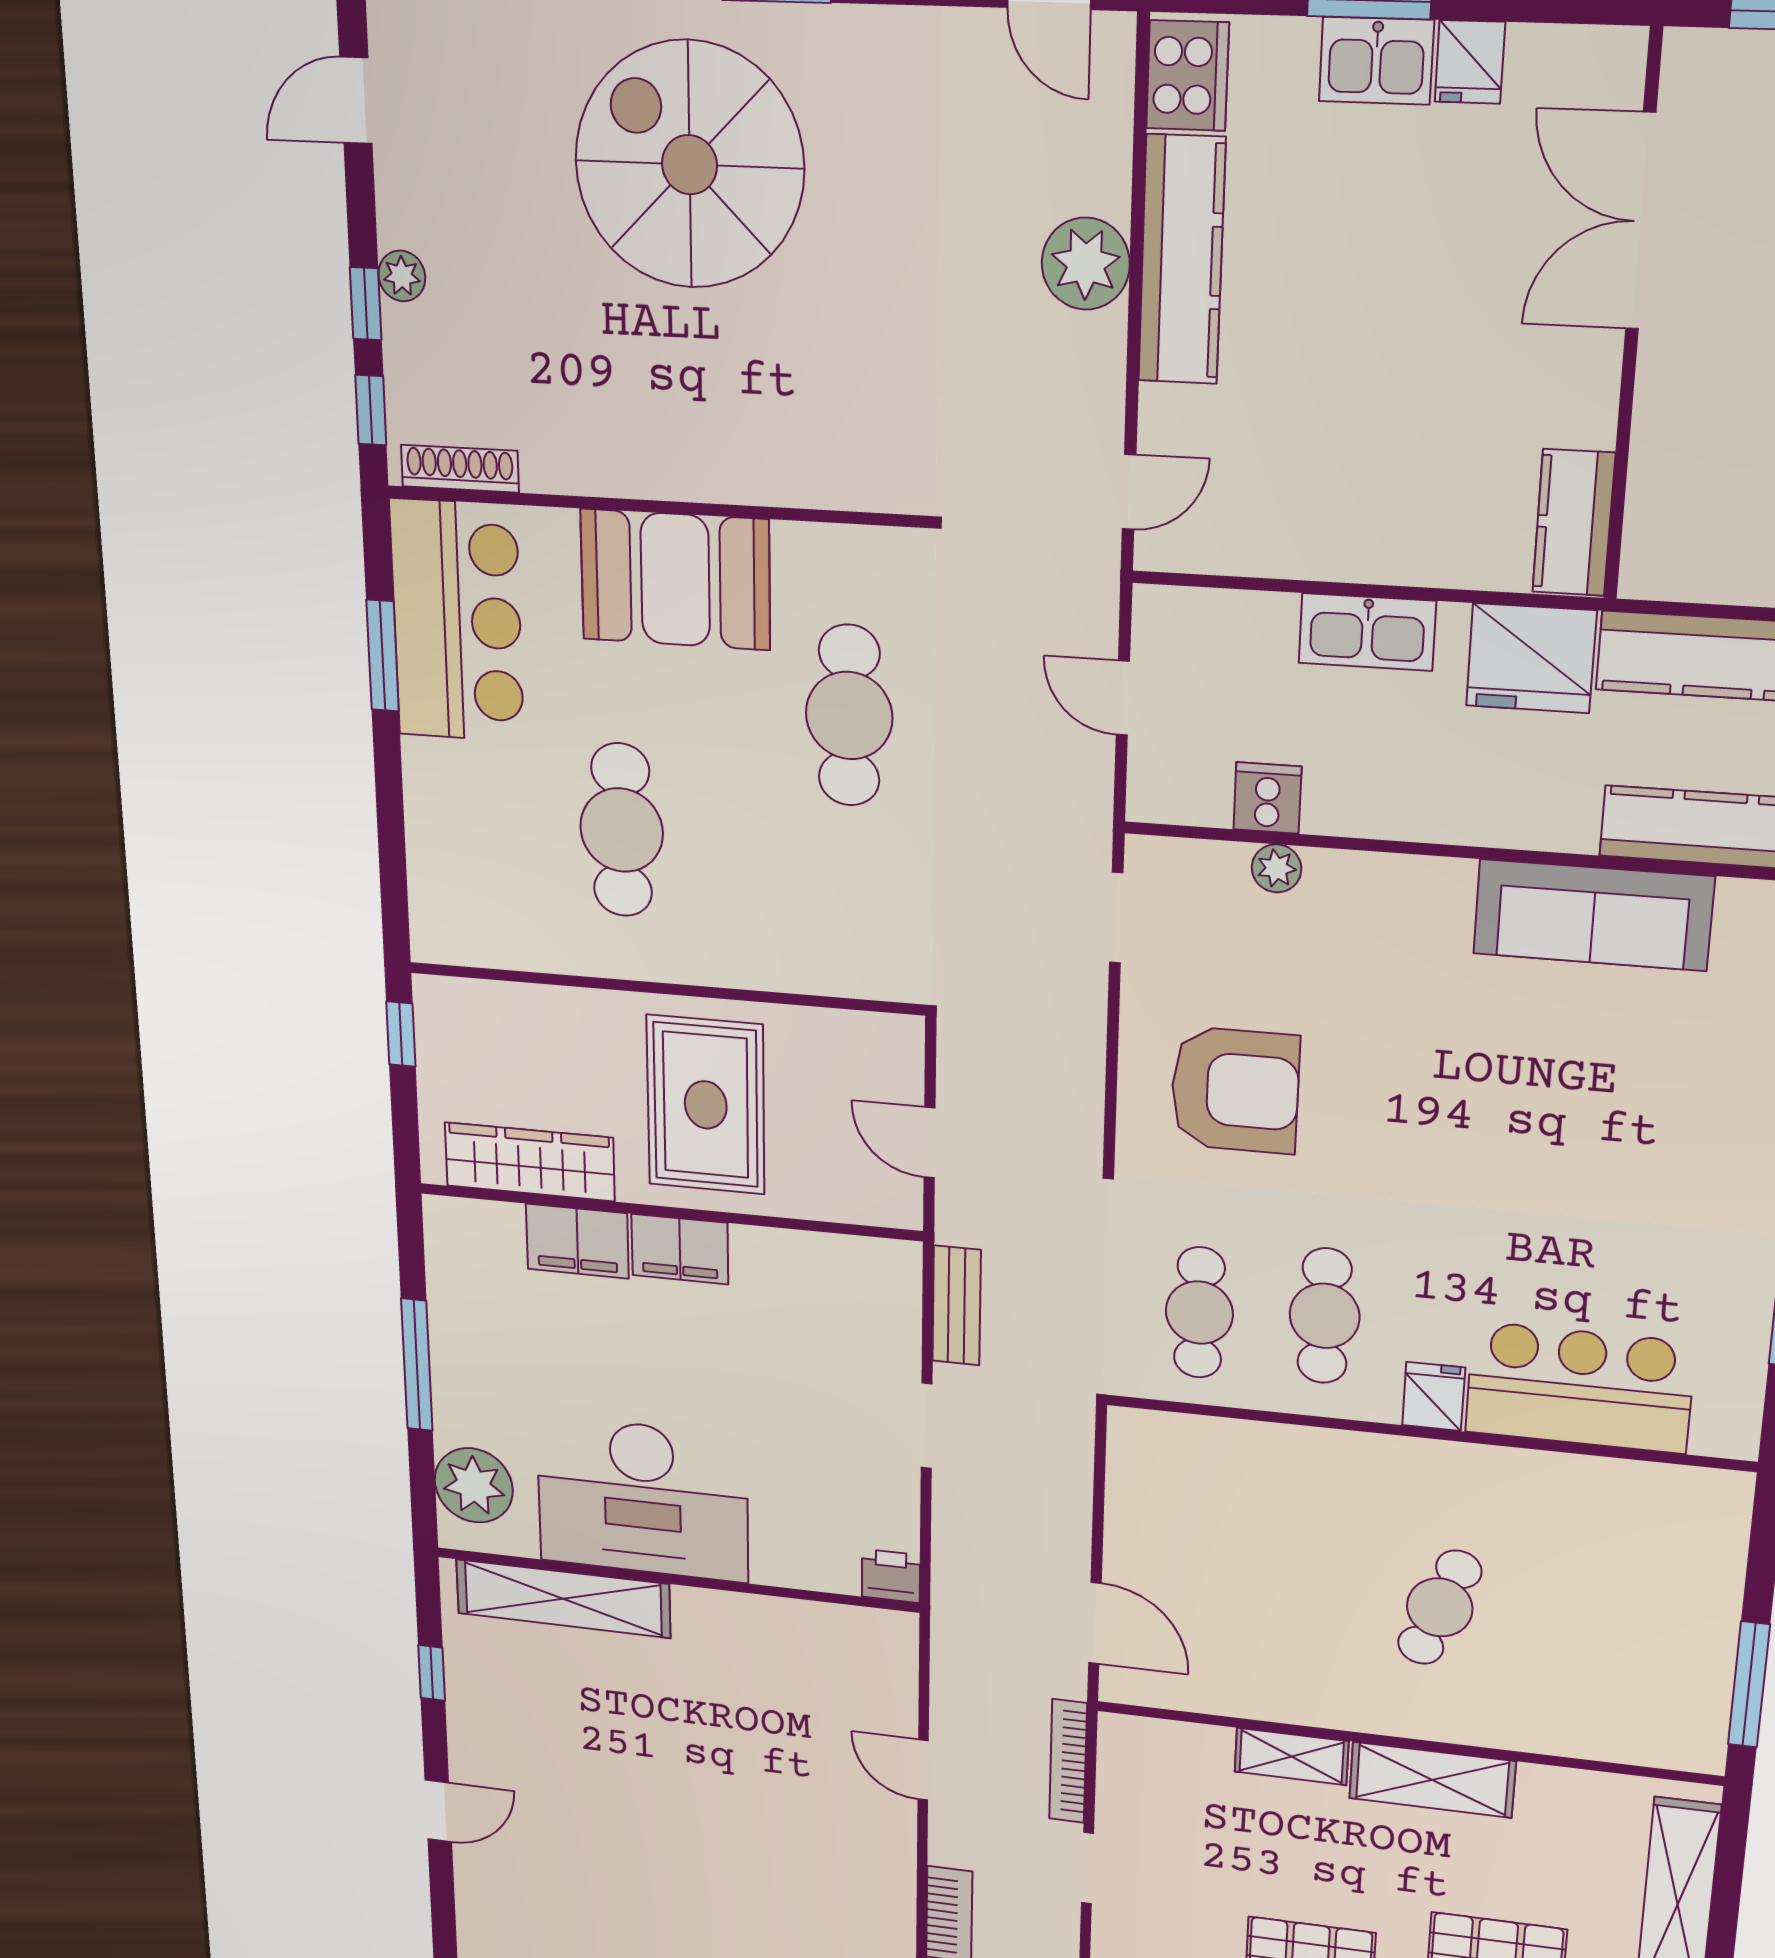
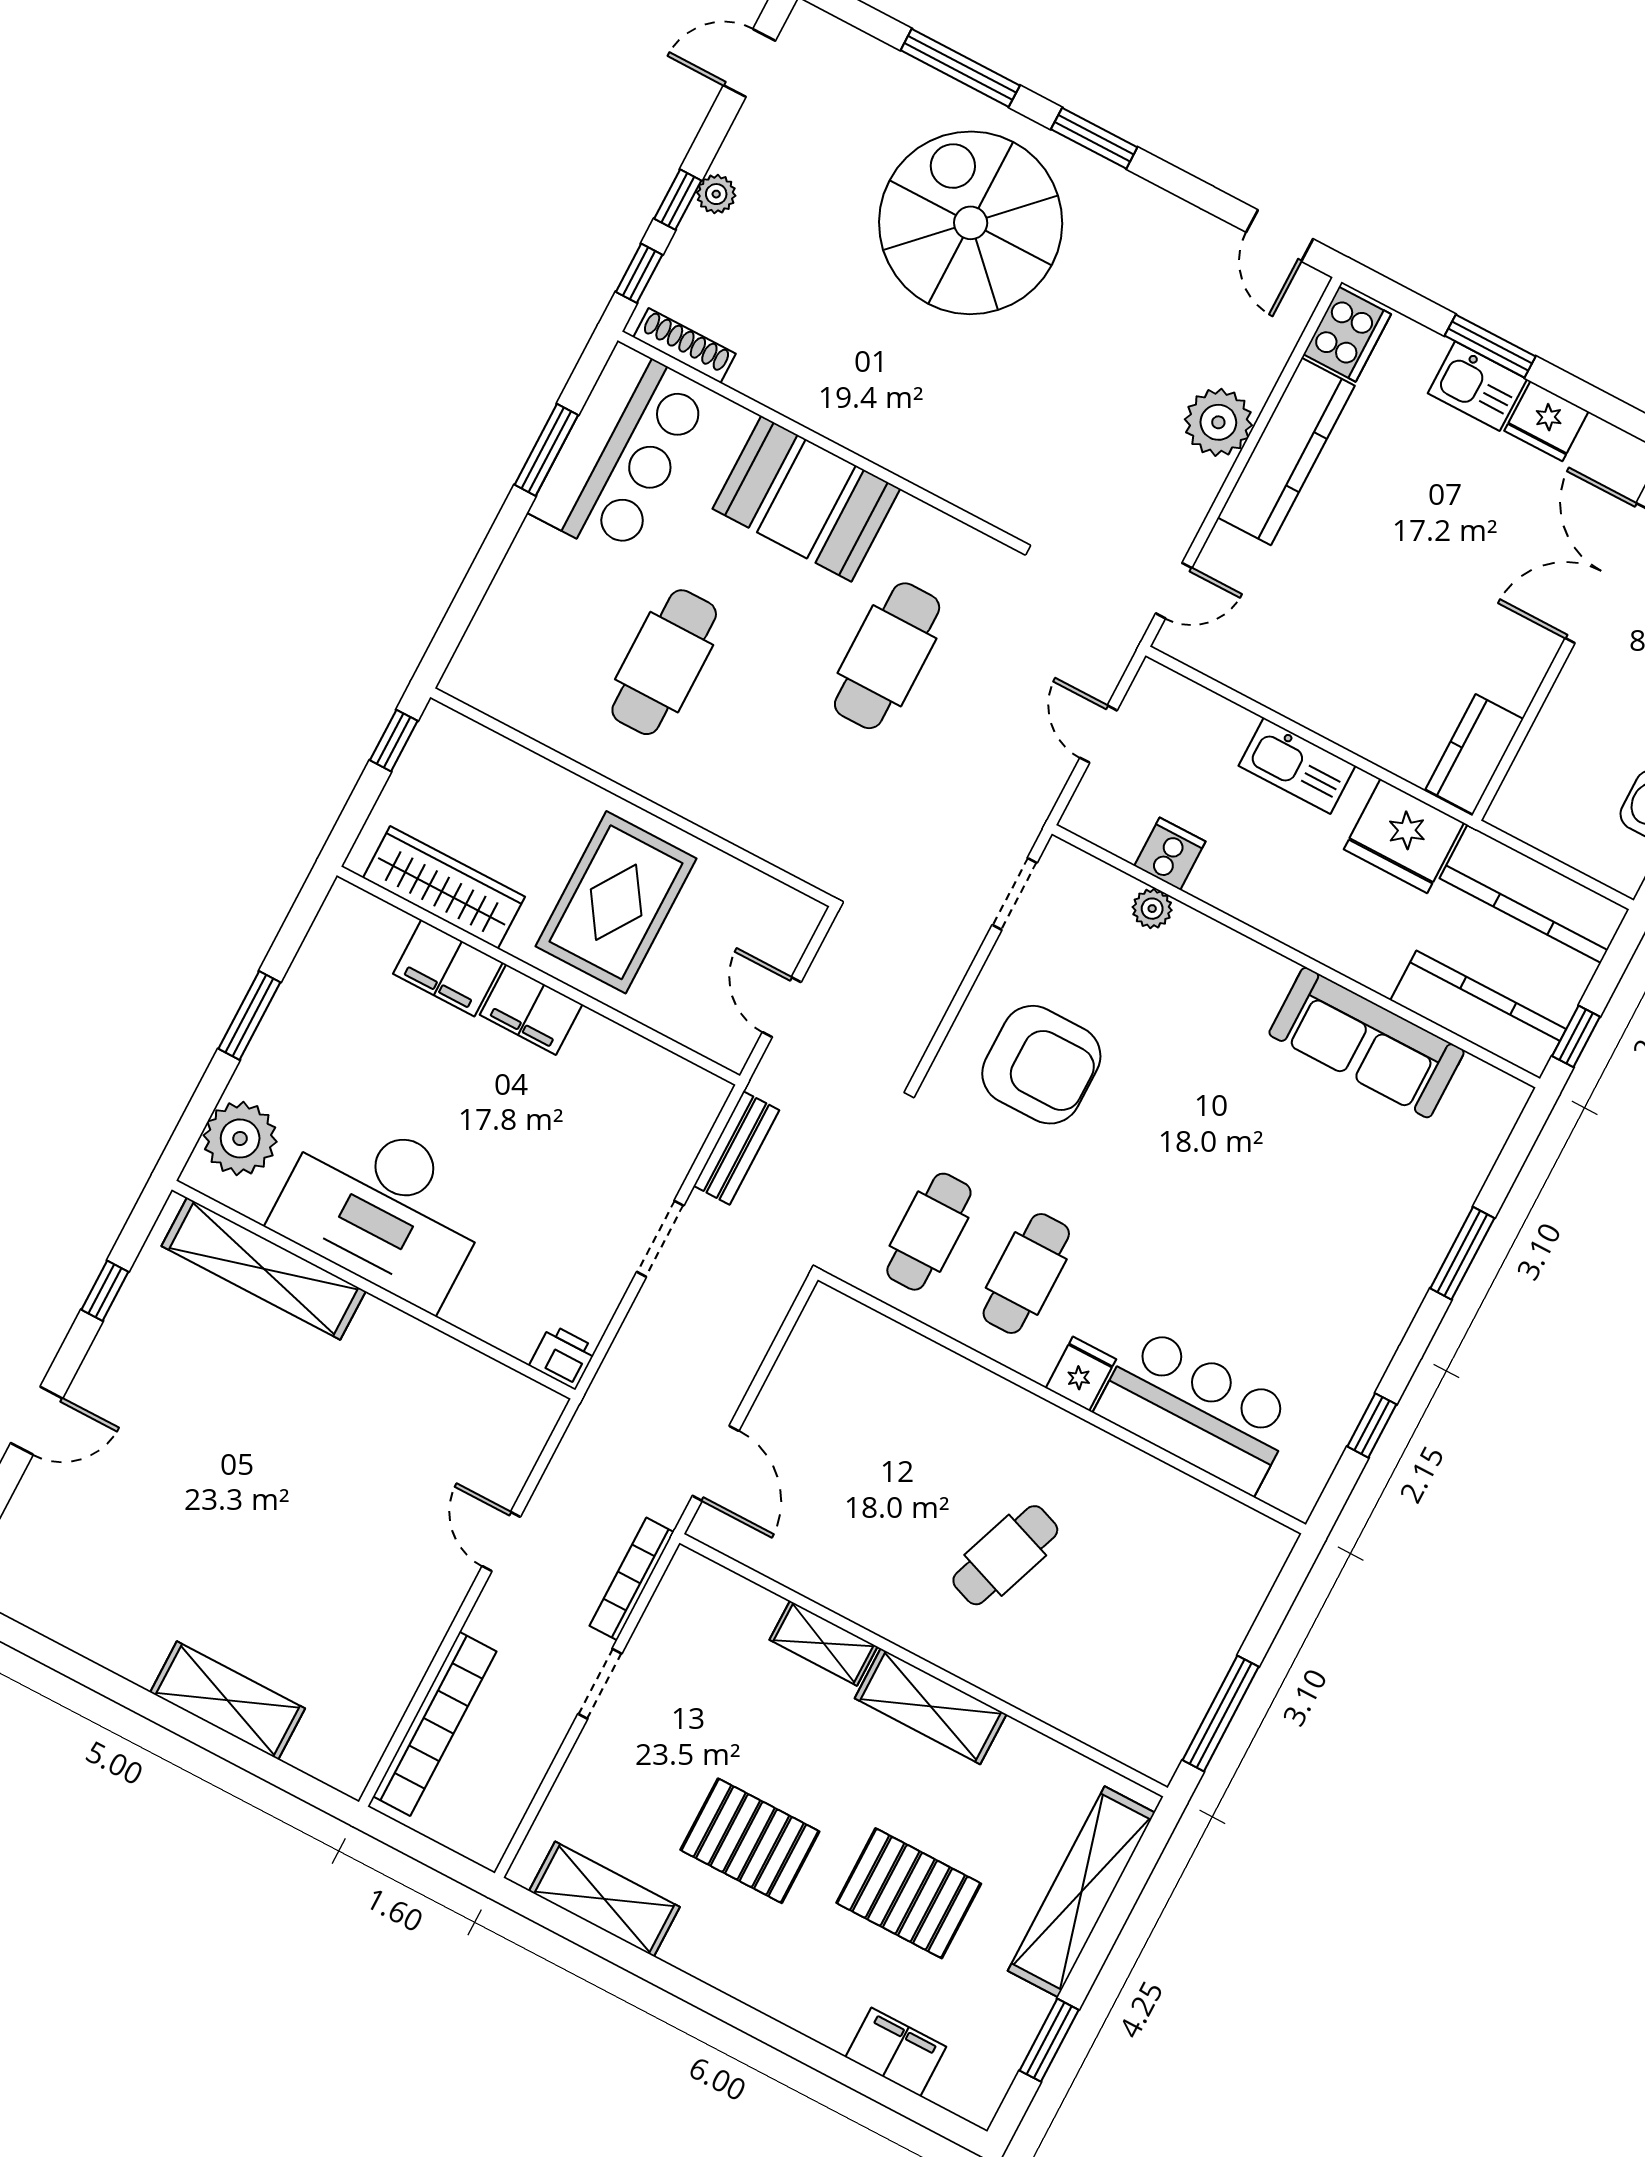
fridge: (1470, 62) -> (1546, 421), width x1.38
window: (417, 1365) -> (249, 1015), width x0.69

